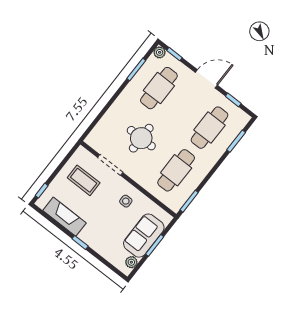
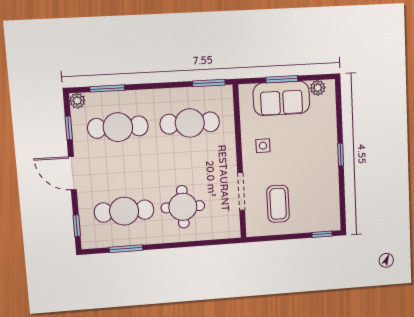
plant: (160, 52) -> (77, 101), moved
round table: (141, 138) -> (183, 207), moved
fireplace: (64, 217) -> (328, 191), removed

